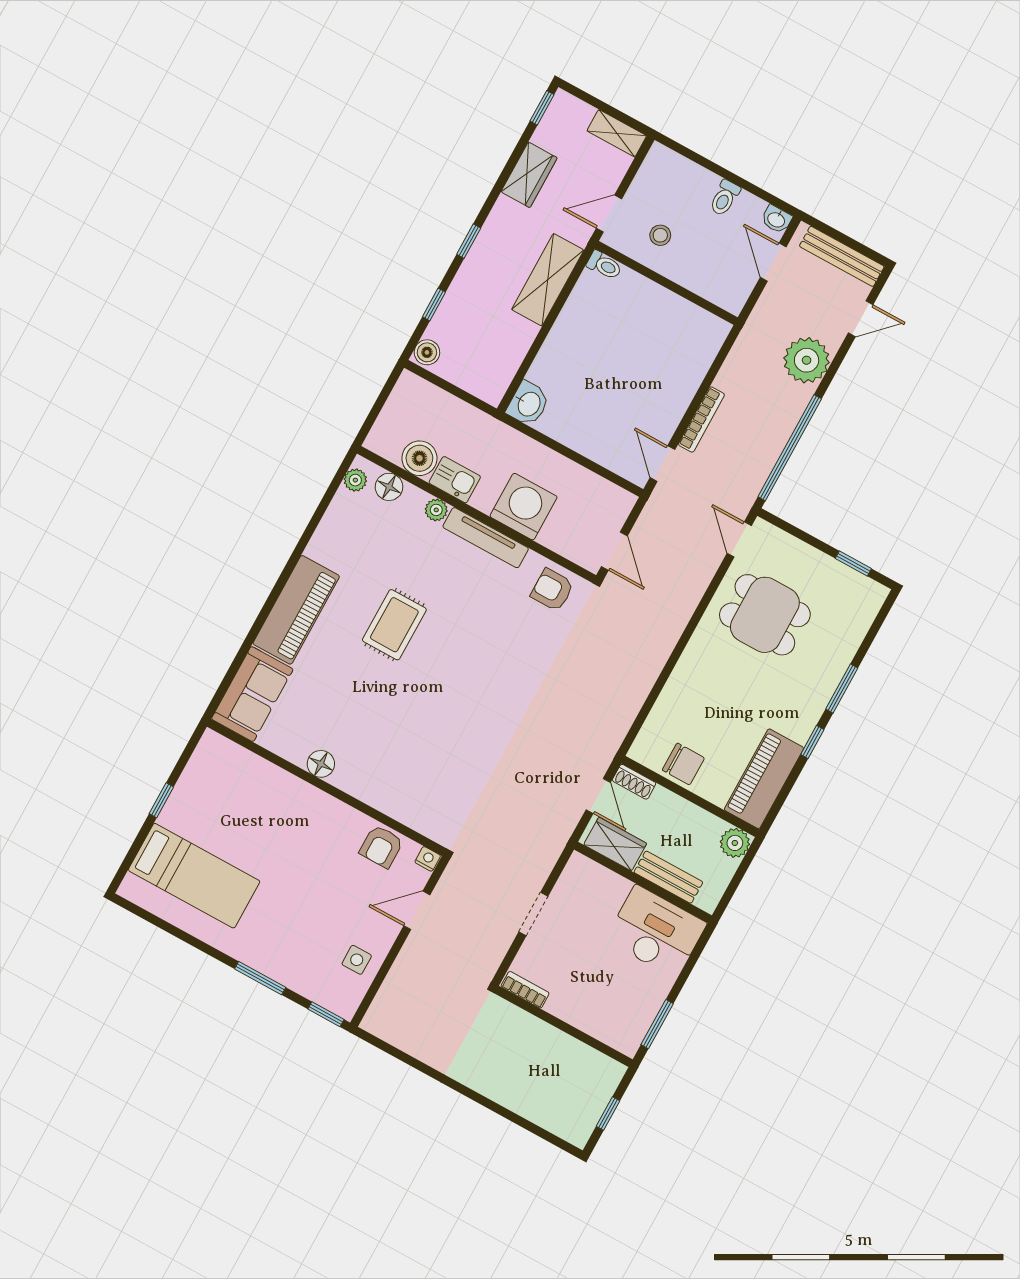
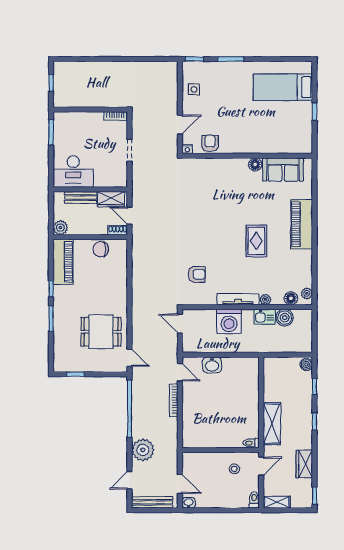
toilet: (725, 198) -> (254, 500), moved
washbasin: (528, 404) -> (212, 365), moved, turned -90
armchair: (552, 590) -> (197, 274), moved
sofa: (252, 694) -> (283, 170), moved, turned -90

